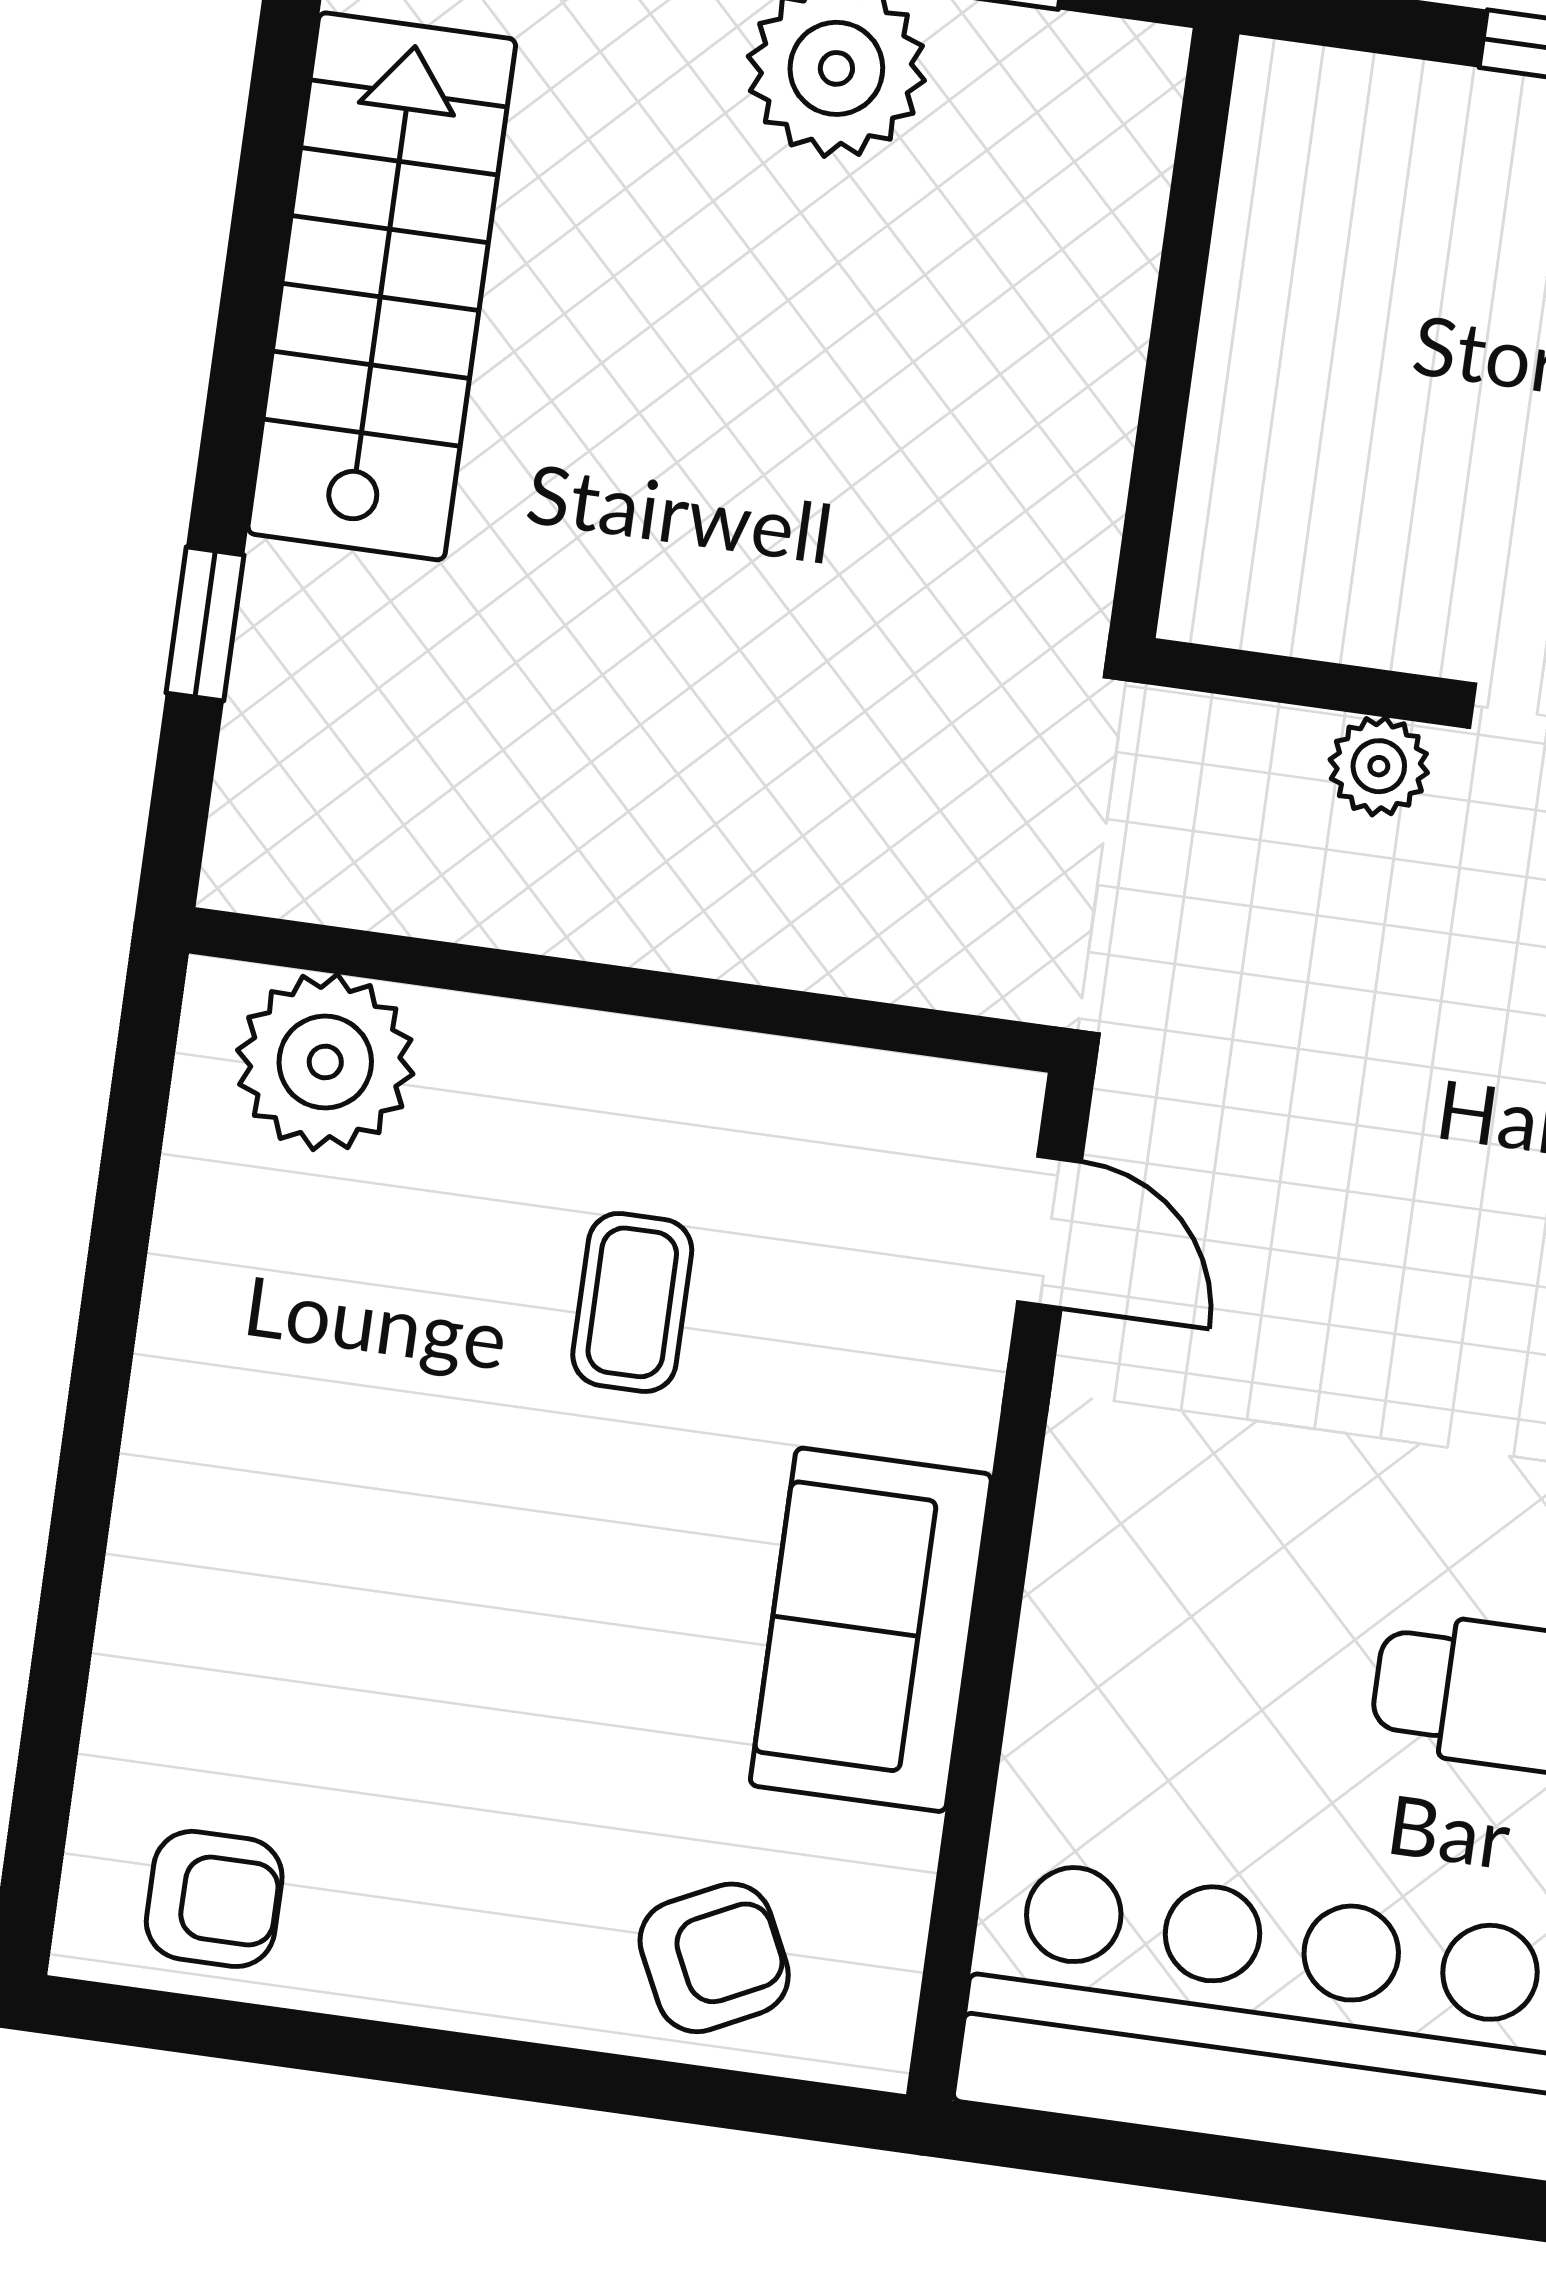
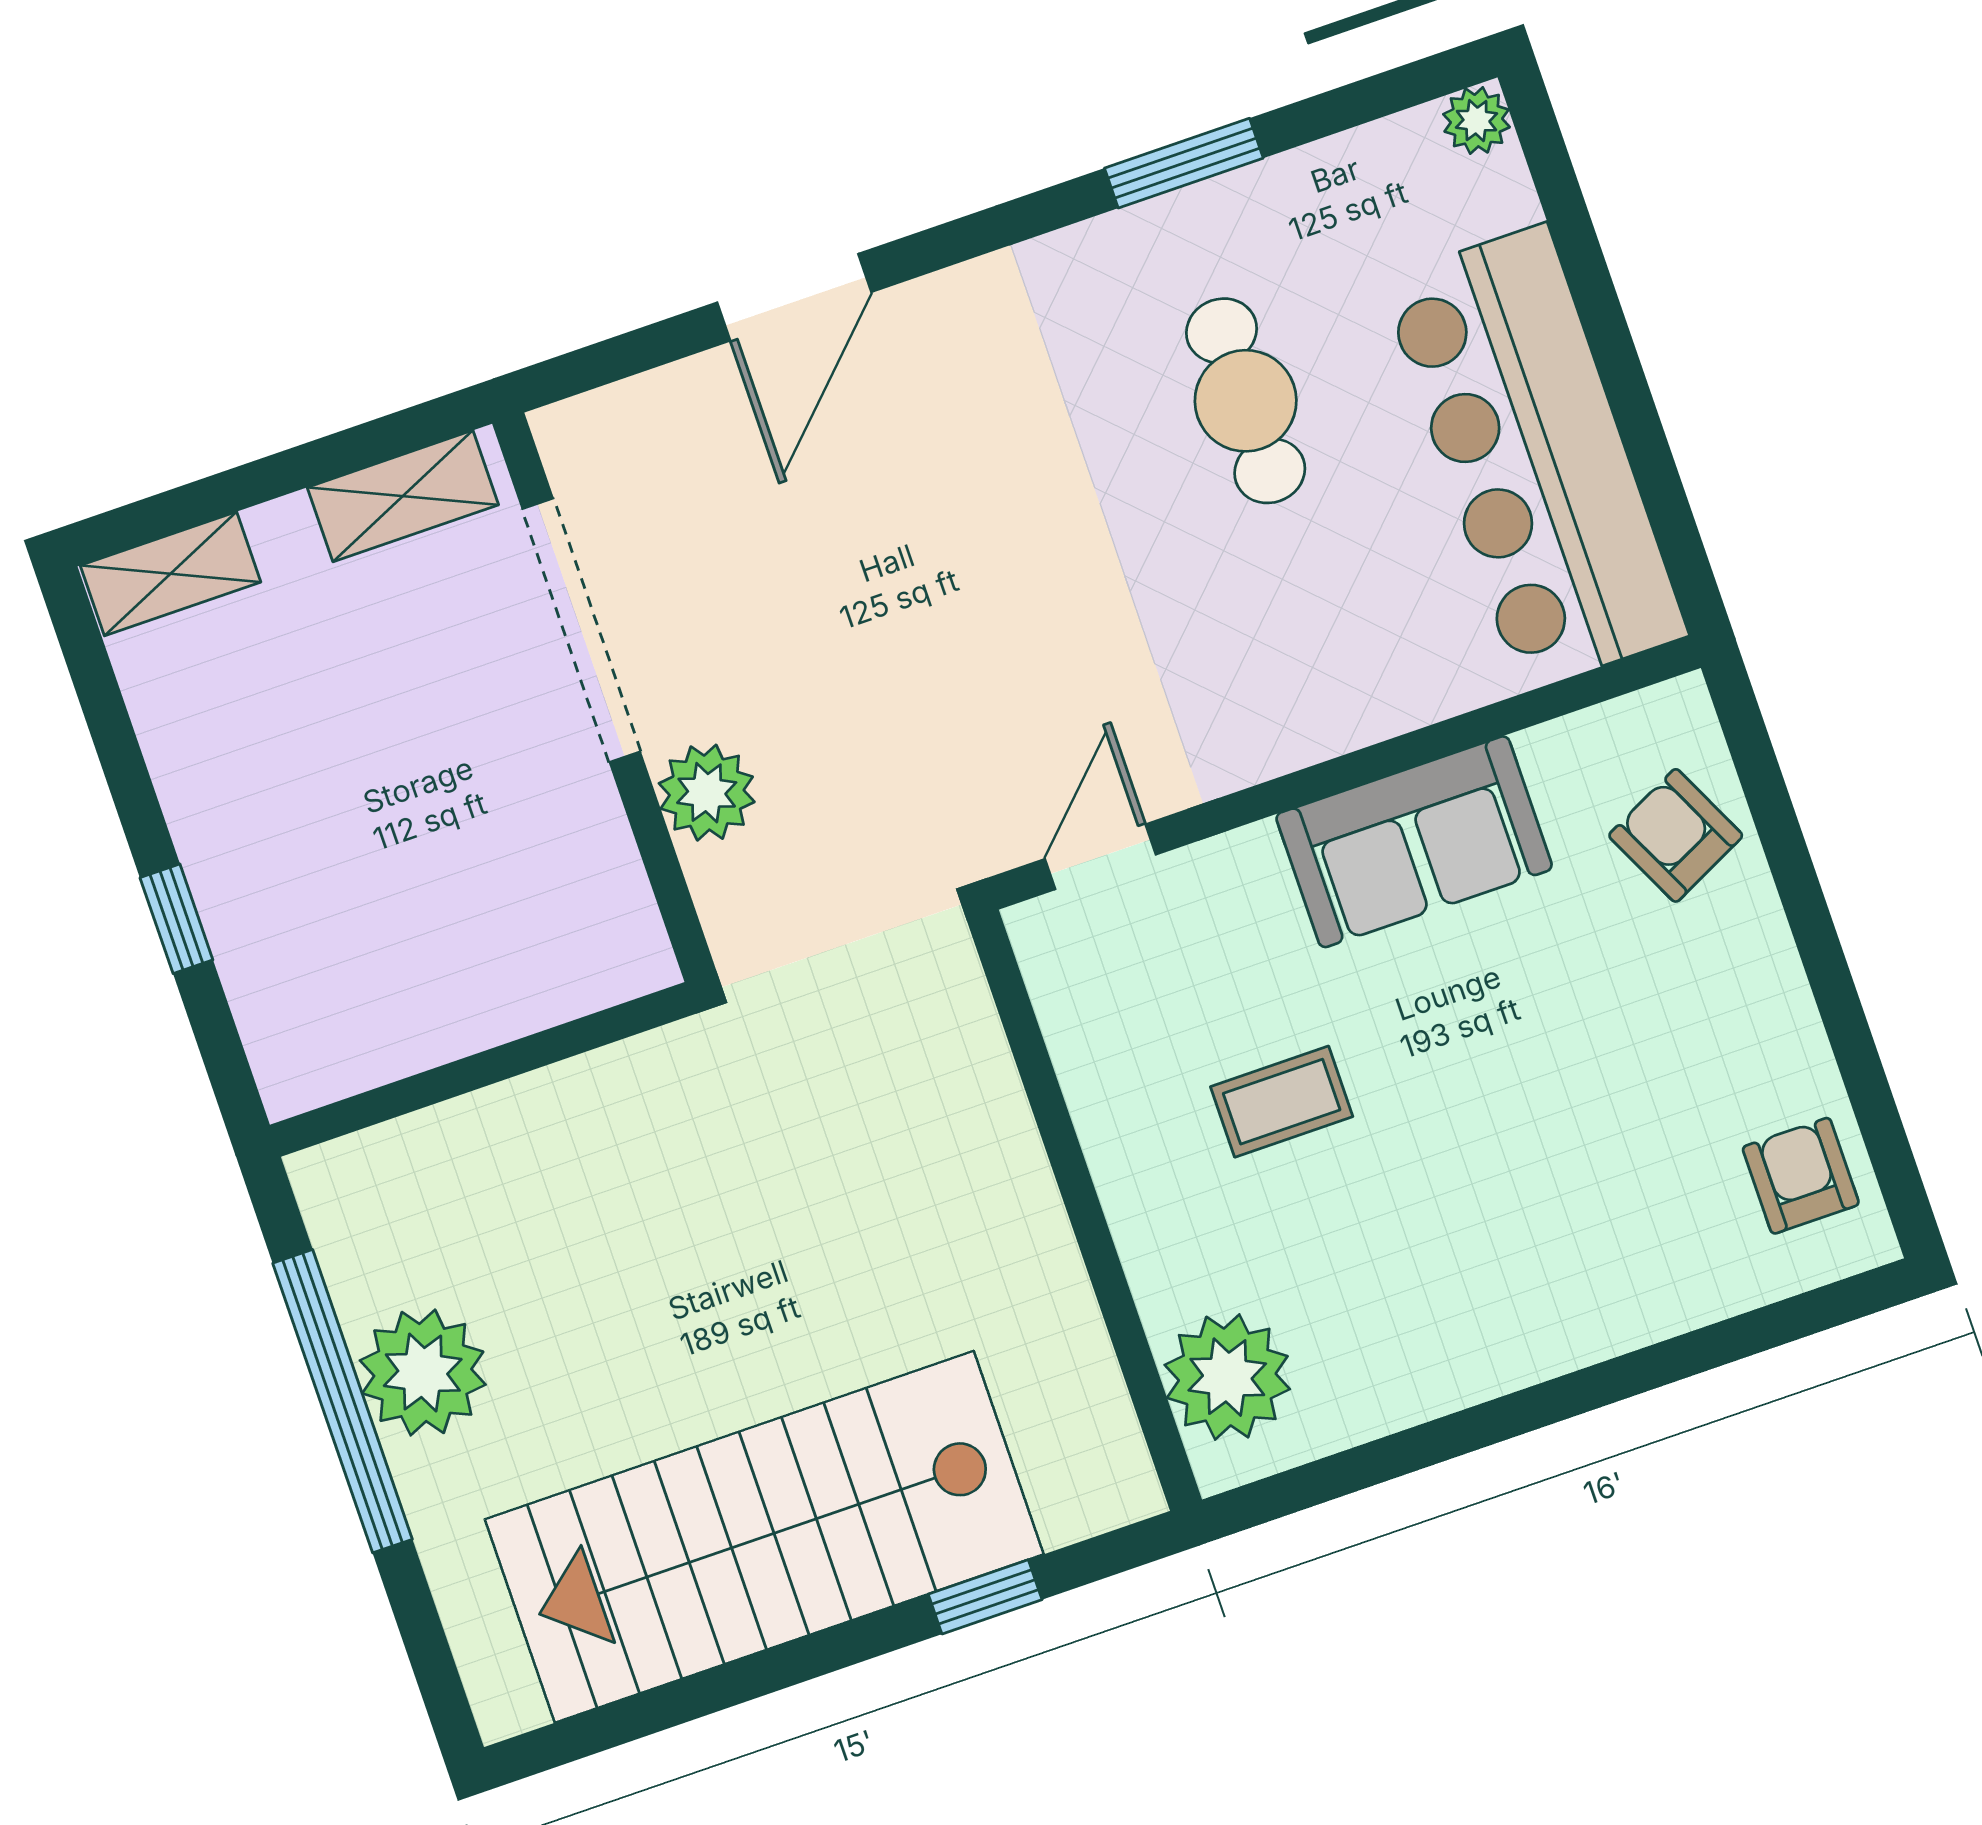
stairs: (382, 286) -> (764, 1537), width x1.36, depth x1.51
plant: (1379, 766) -> (707, 793), width x1.38, depth x1.38

